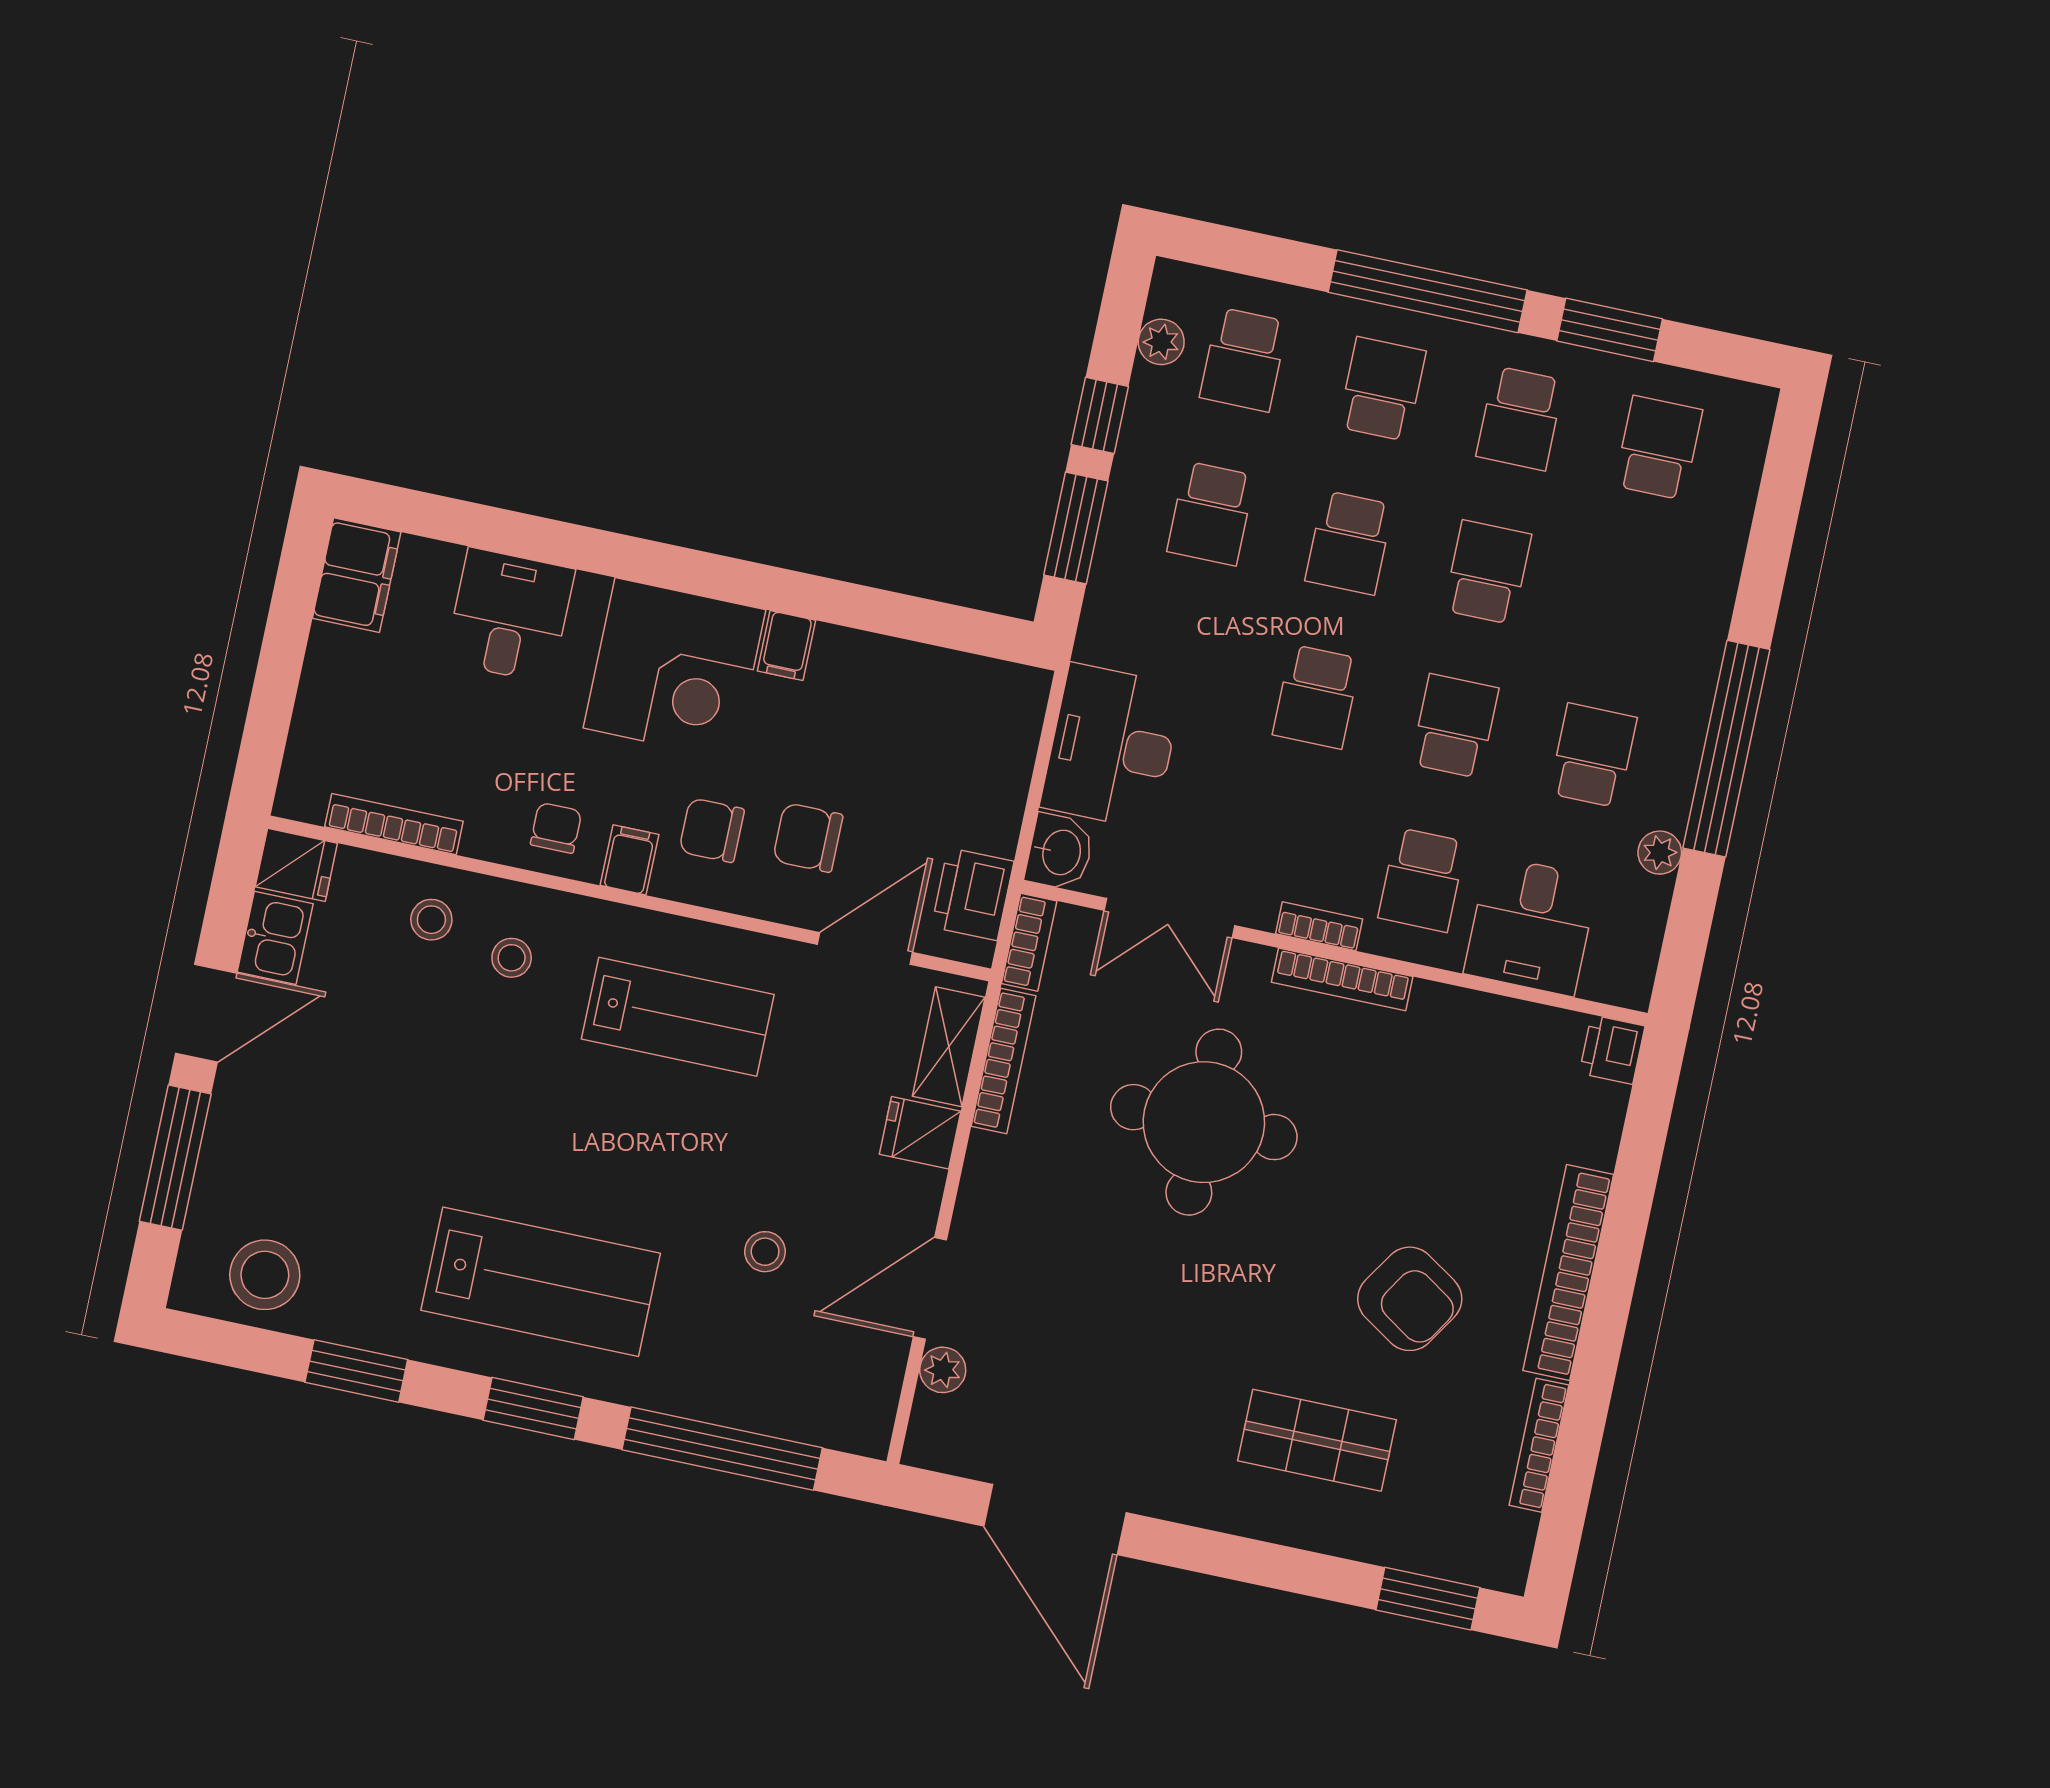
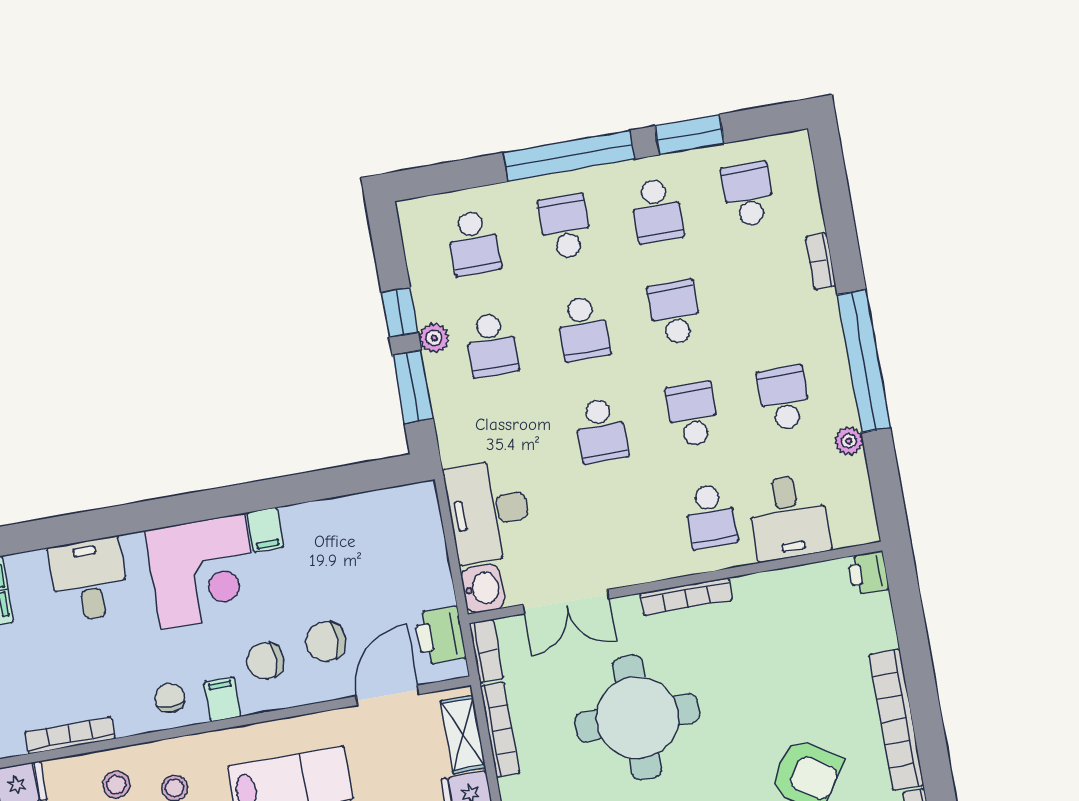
plant: (1161, 342) -> (434, 338), moved
bookcase: (1319, 926) -> (821, 261), moved, turned -90

